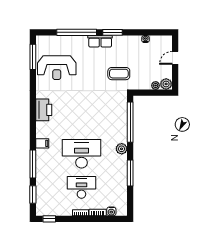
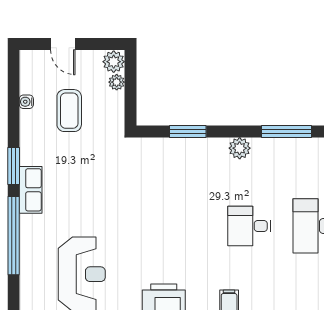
coffee table: (119, 74) -> (69, 111), moved
window: (130, 122) -> (188, 132), width x0.47
desk: (81, 154) -> (249, 226), width x0.53, depth x0.77

